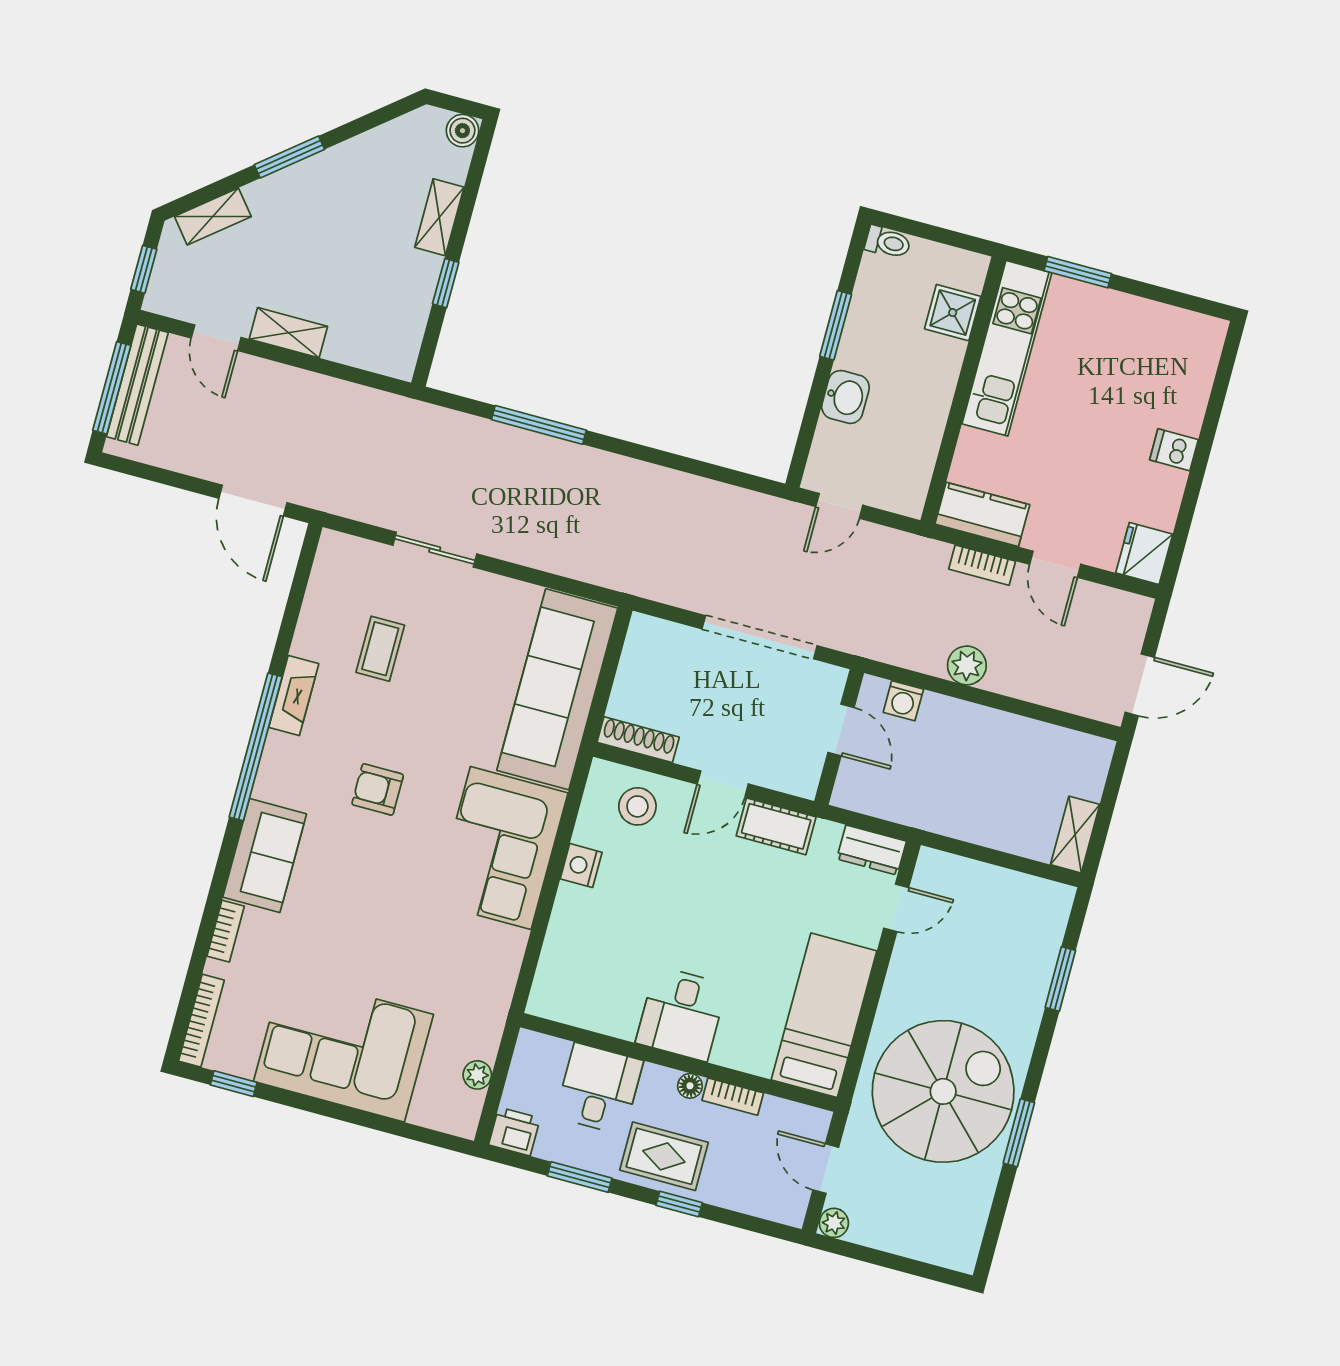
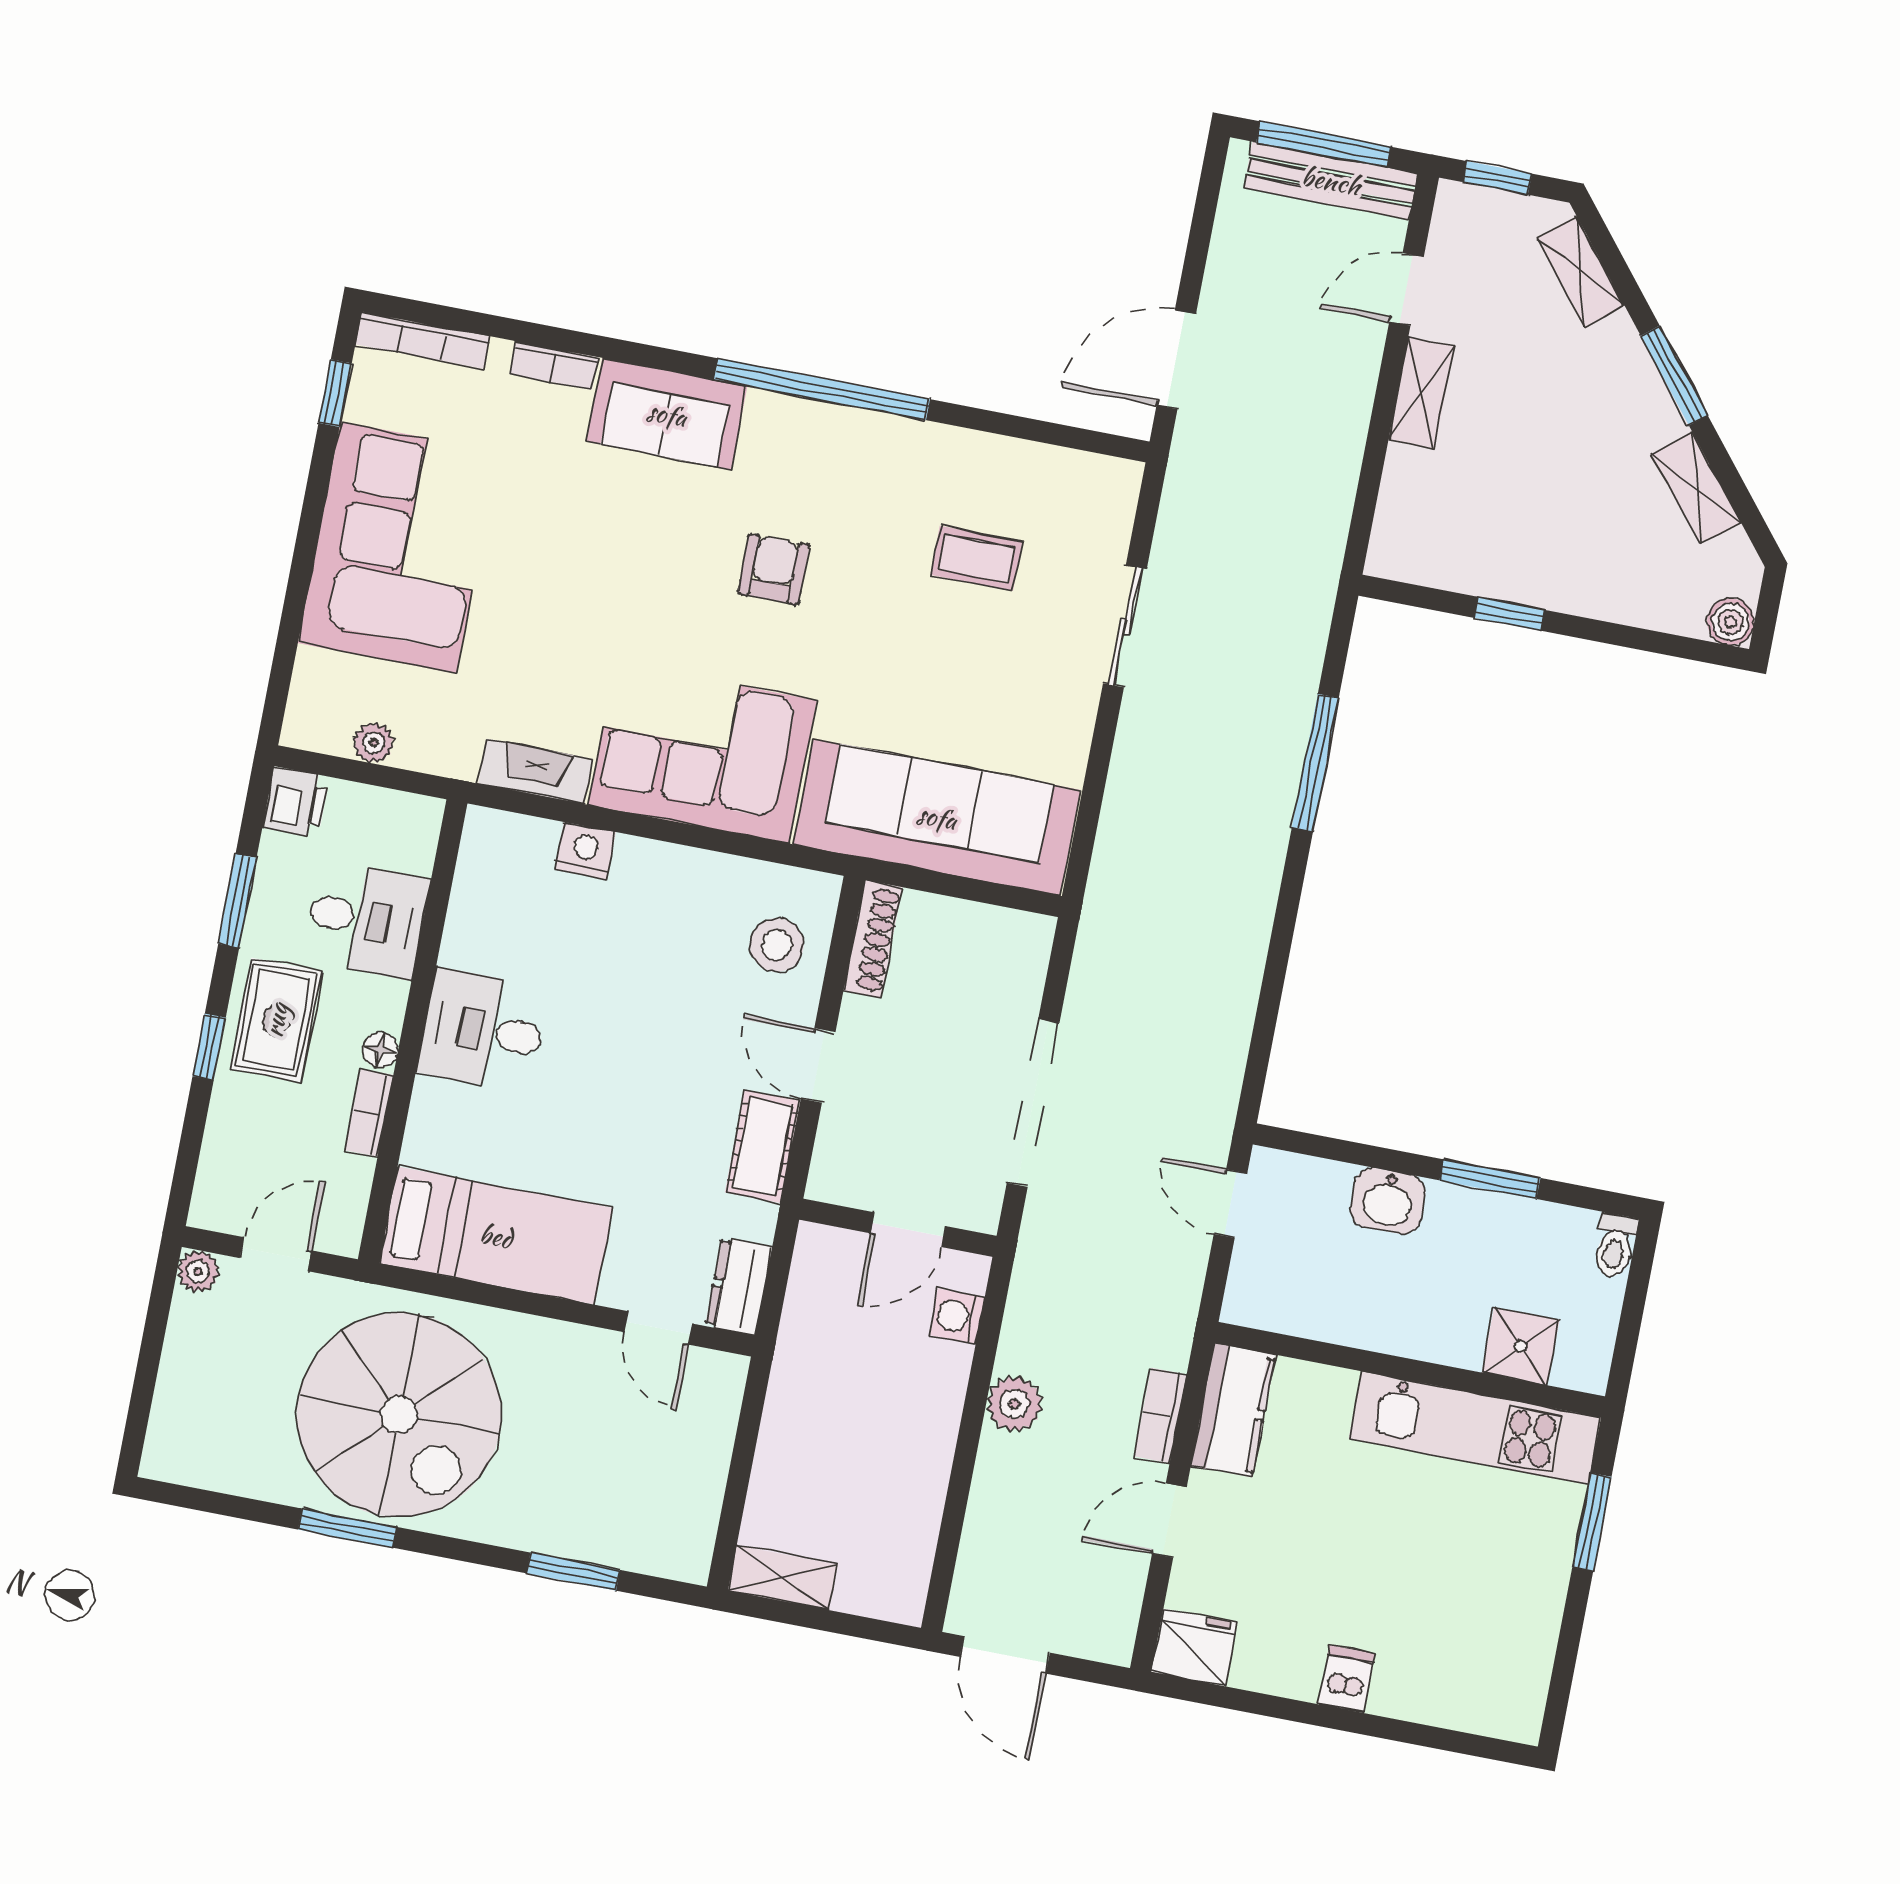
shelving: (439, 217) -> (1697, 488), moved, turned 51
fireplace: (294, 695) -> (535, 771), moved, turned 180
nightstand: (581, 866) -> (585, 851), moved

